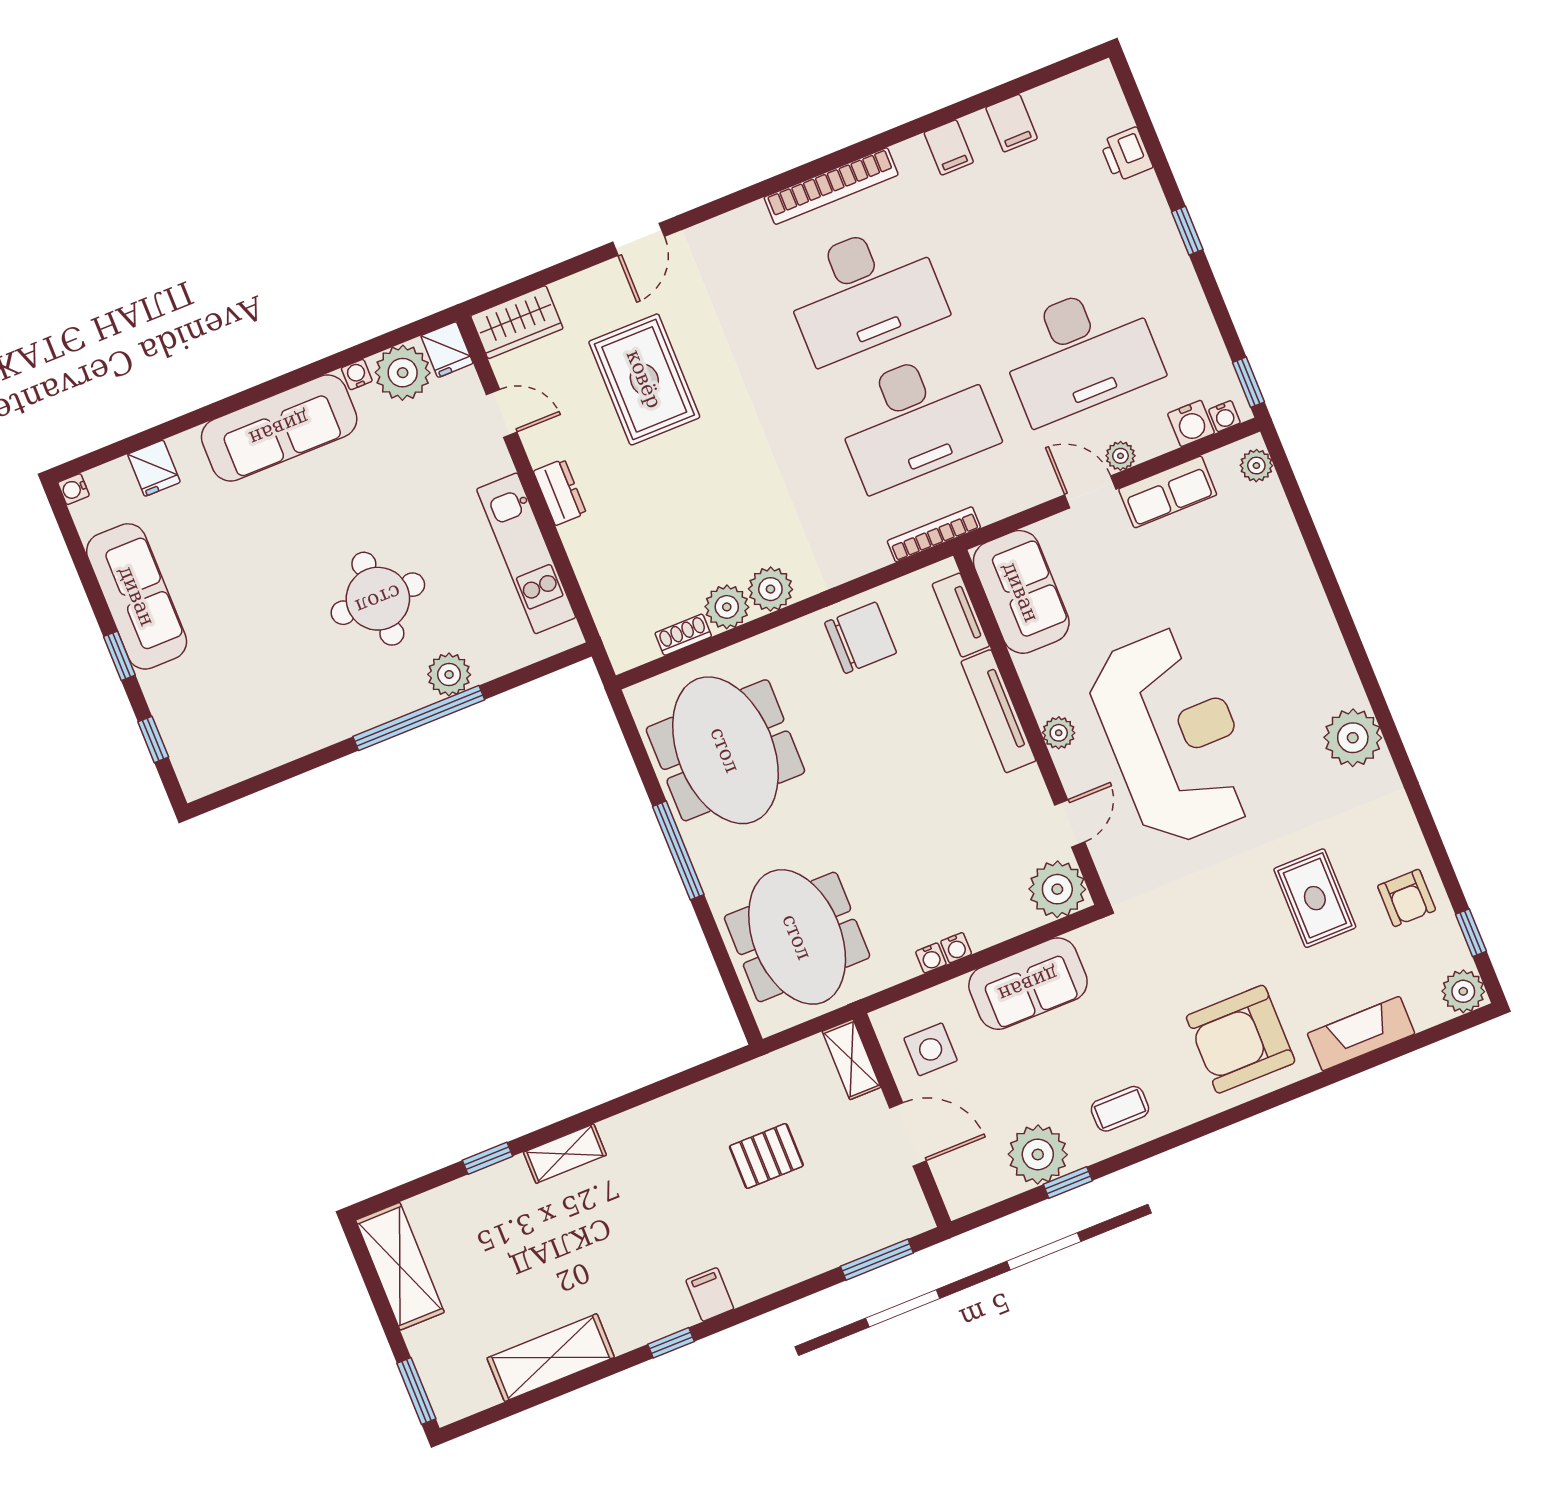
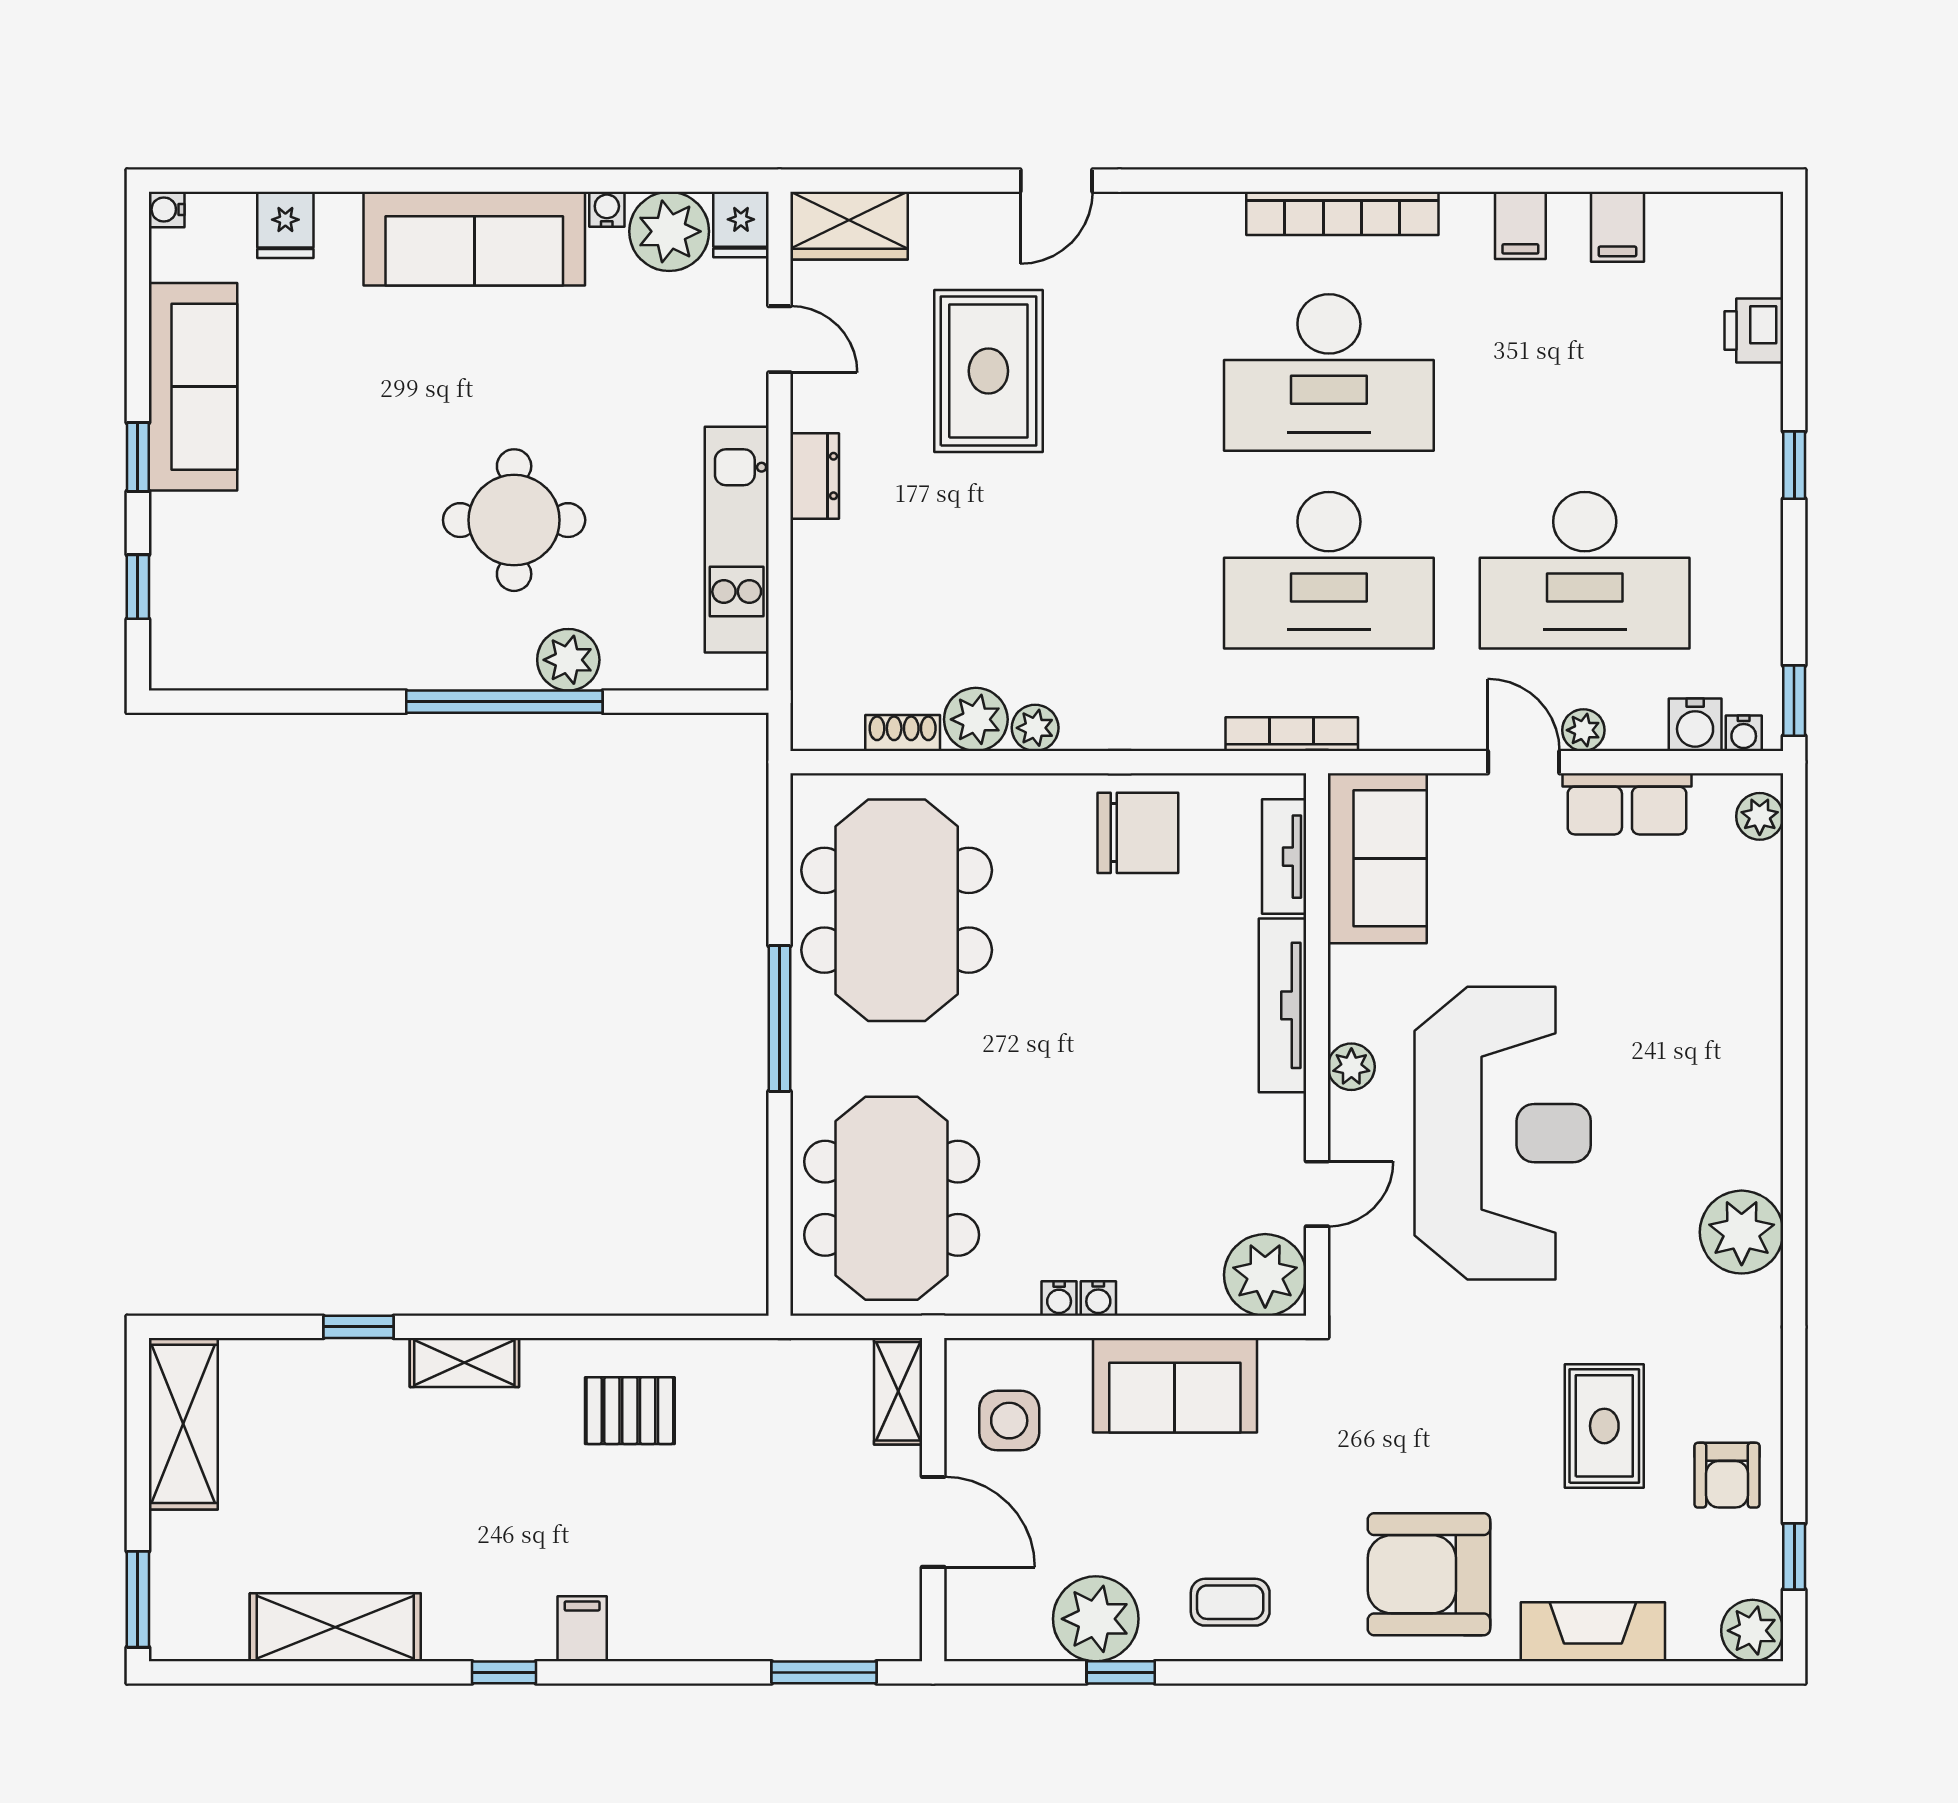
plant: (770, 589) -> (1035, 728), width x0.73, depth x0.73
pallet: (766, 1156) -> (630, 1411), moved

